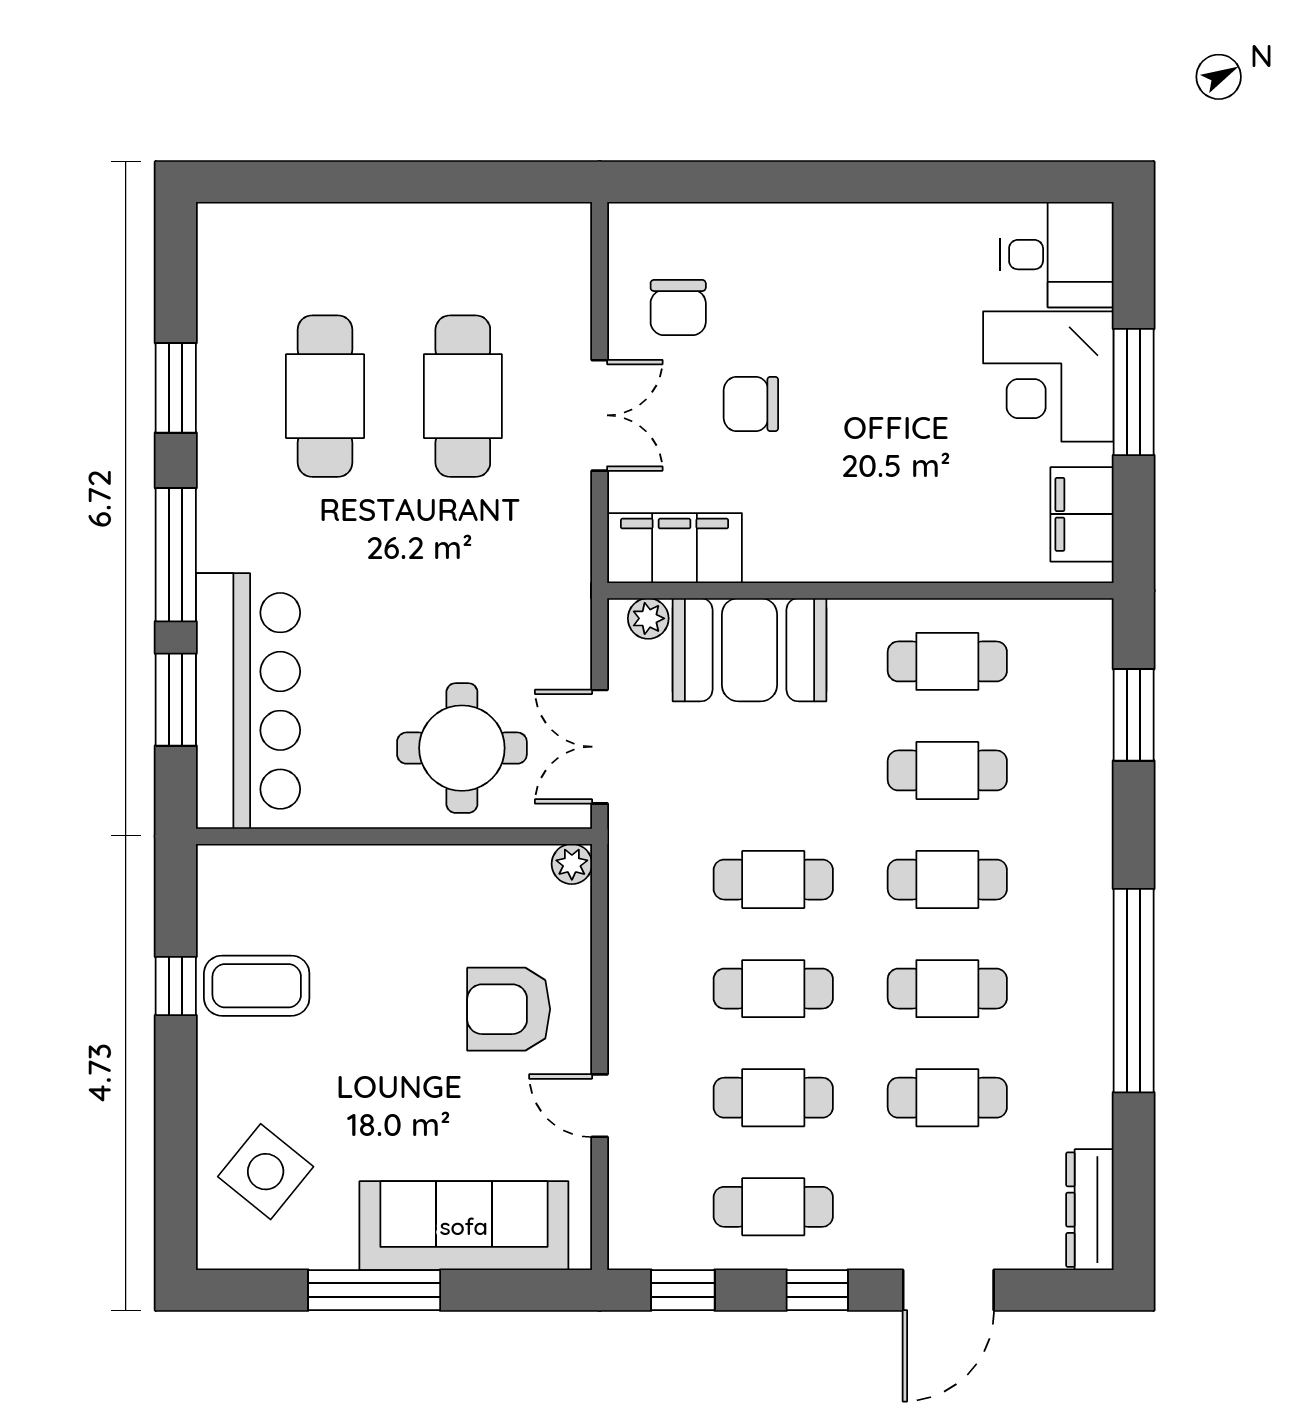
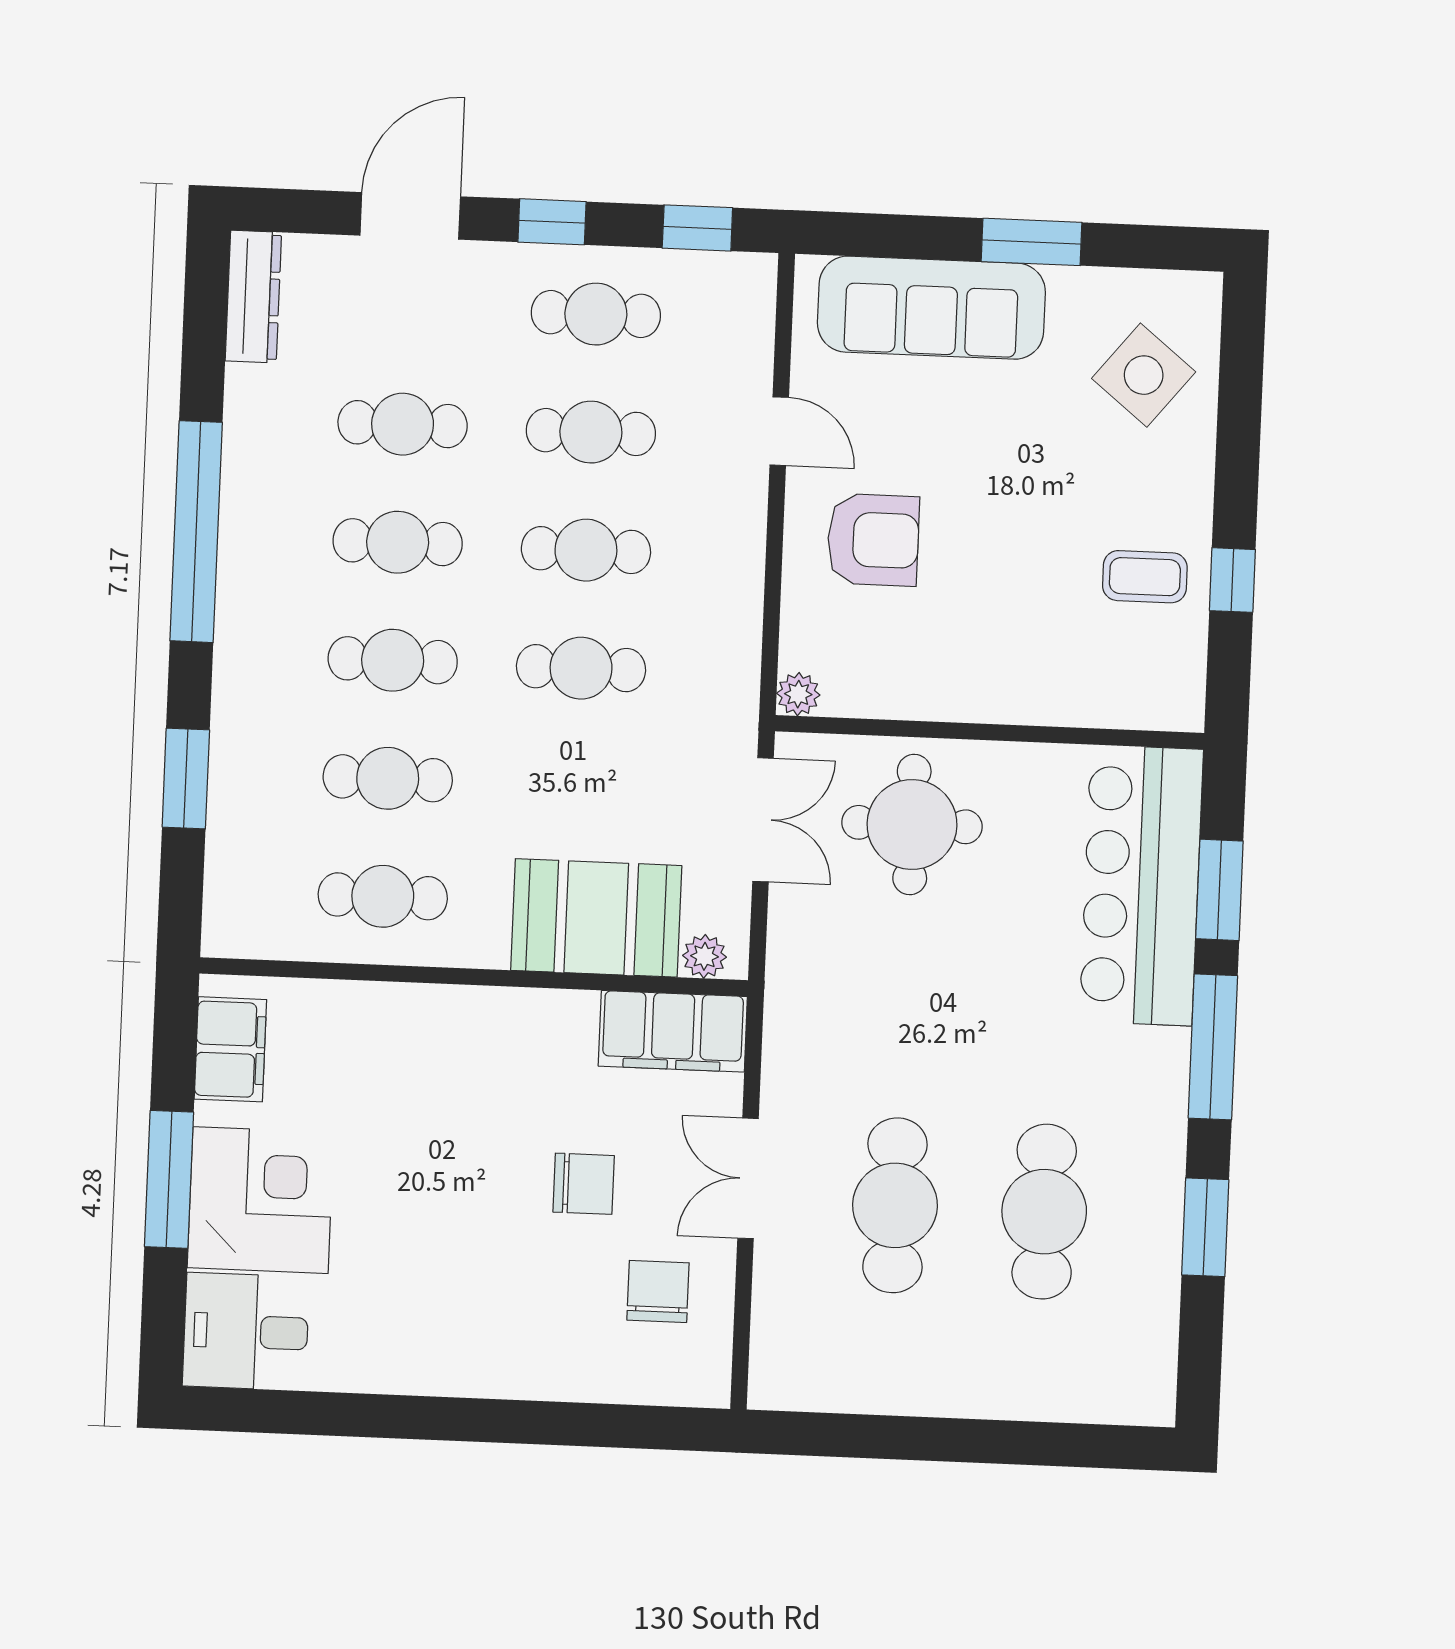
window: (1134, 715) -> (186, 779), moved
coffee table: (257, 986) -> (1145, 577), width x0.73, depth x0.77
window: (374, 1290) -> (1032, 242), width x0.69

